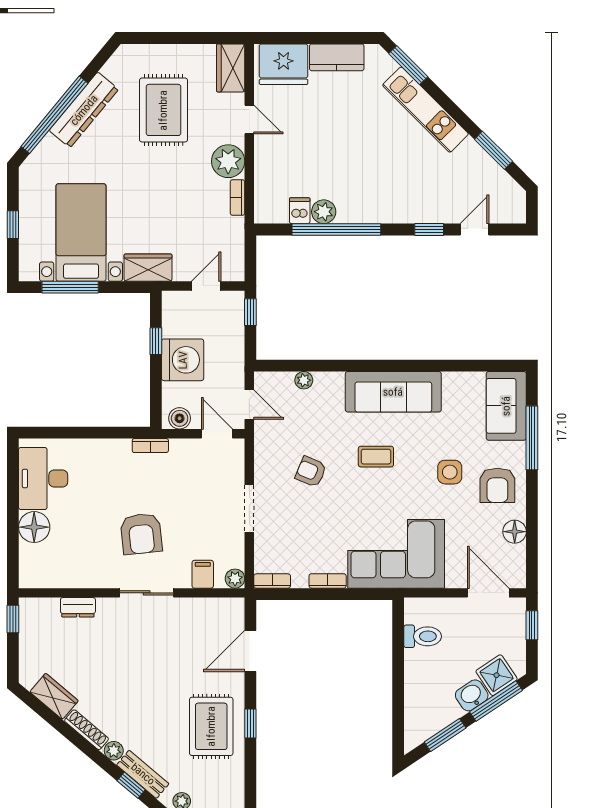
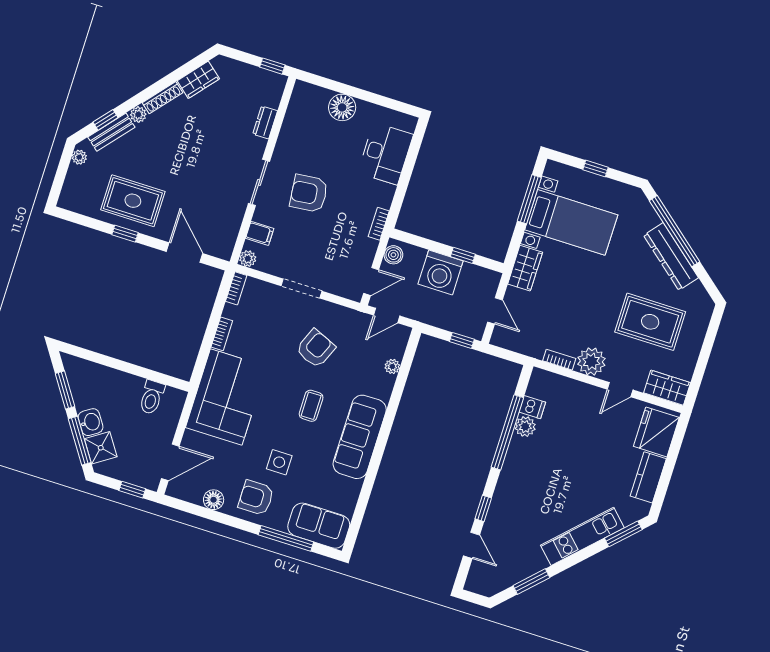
armchair: (311, 472) -> (316, 348), width x1.38, depth x1.38
desk: (43, 478) -> (385, 154), moved, turned 90

